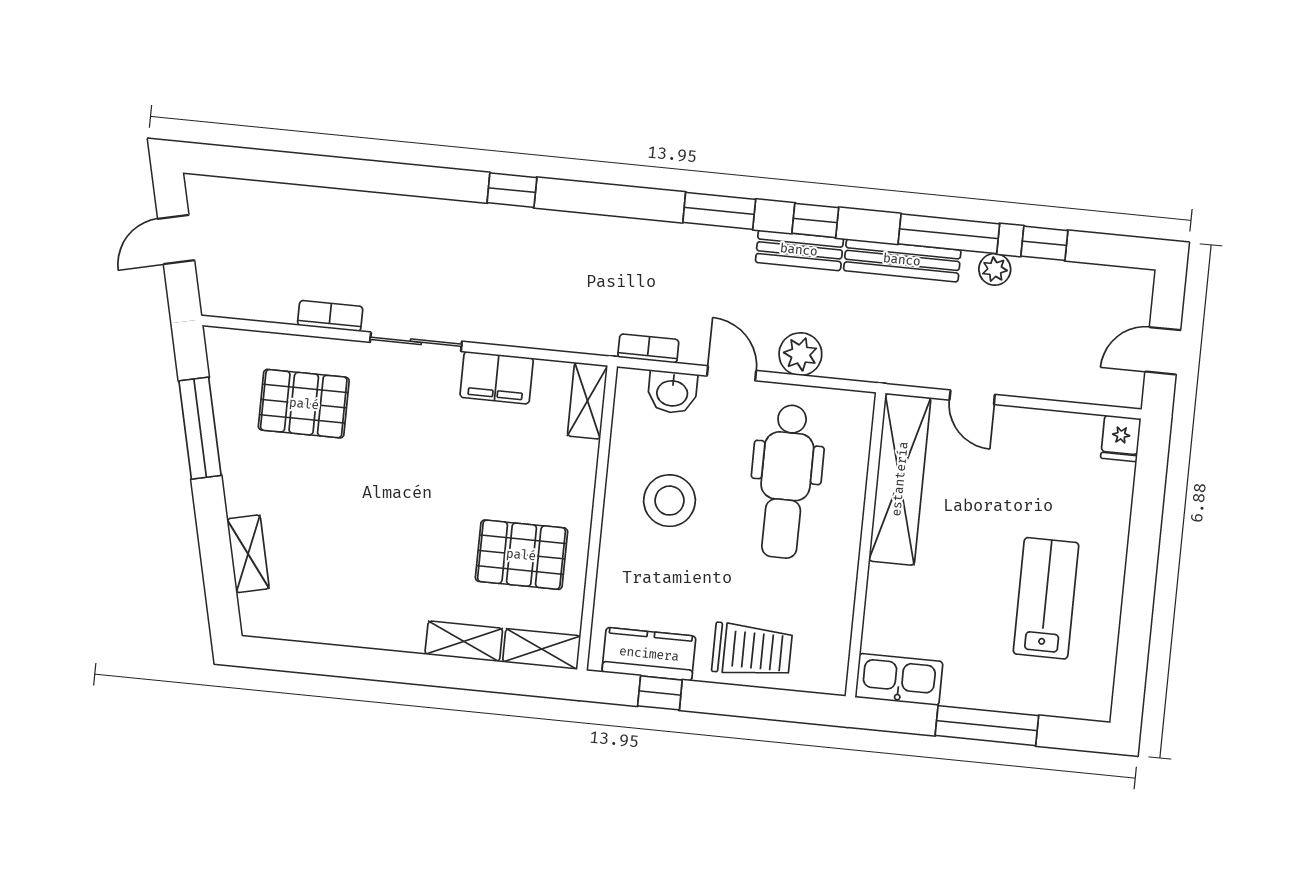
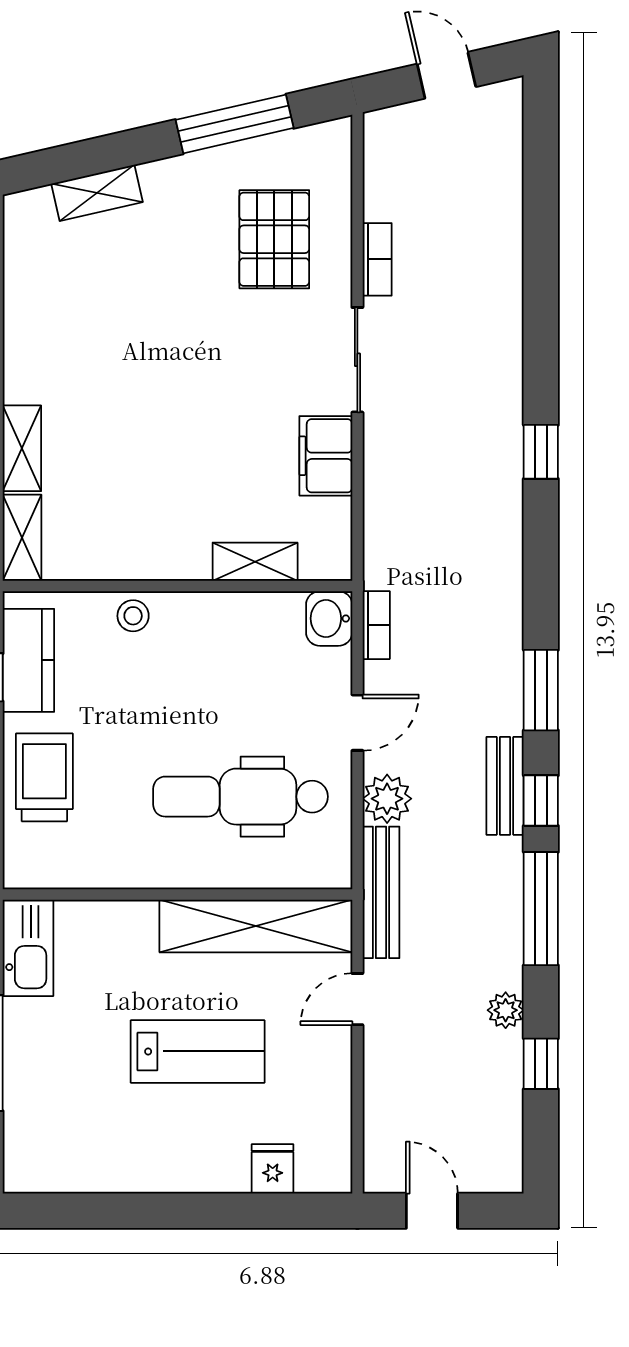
window: (949, 234) -> (541, 909), moved
bench: (902, 260) -> (381, 892), moved
washbasin: (672, 392) -> (329, 618), moved
shelving: (587, 401) -> (255, 562), moved
fridge: (1121, 438) -> (273, 1169), moved, turned 90
stool: (670, 501) -> (133, 616), moved, width x0.53, depth x0.53
pallet: (521, 555) -> (127, 504), removed
lab bench: (1046, 598) -> (198, 1051), moved
trolley: (752, 650) -> (44, 777), turned 180

